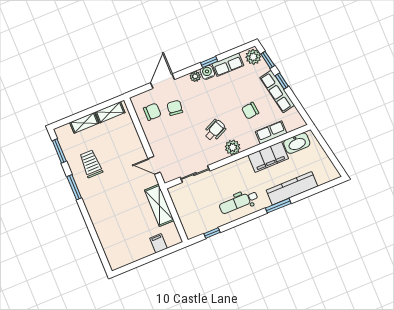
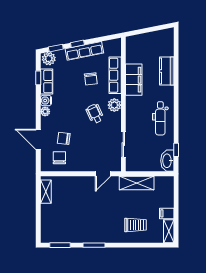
window: (209, 62) -> (38, 78), moved
shelving: (84, 123) -> (169, 231), moved
row of seats: (271, 132) -> (115, 75), width x1.48
washbasin: (297, 143) -> (167, 161), moved, turned 180
trolley: (91, 164) -> (136, 225), moved, turned 180
kitchen counter: (292, 188) -> (167, 71), width x0.67
window: (278, 206) -> (176, 88), removed
filing cabinet: (159, 243) -> (167, 213), moved

